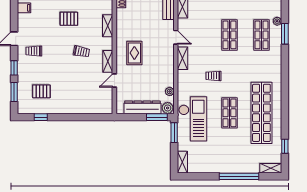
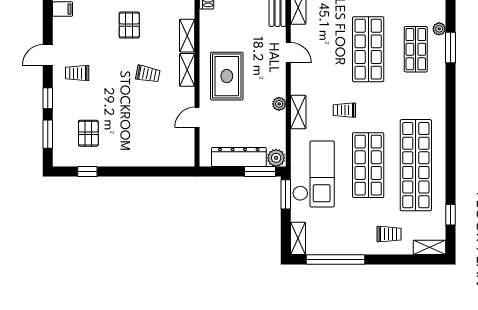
pallet: (69, 19) -> (129, 25), turned 90
shop shelf: (229, 35) -> (368, 49), width x1.43, depth x1.36
rug: (134, 53) -> (227, 76), width x1.36, depth x1.43
shelving: (182, 58) -> (298, 112), moved
shelving: (108, 61) -> (187, 70), moved
pallet: (41, 91) -> (88, 133), turned 90
plant: (170, 91) -> (279, 104), moved
shop shelf: (229, 113) -> (368, 165), width x1.43, depth x1.36
trolley: (244, 159) -> (389, 234), added
window: (239, 176) -> (336, 260), moved

